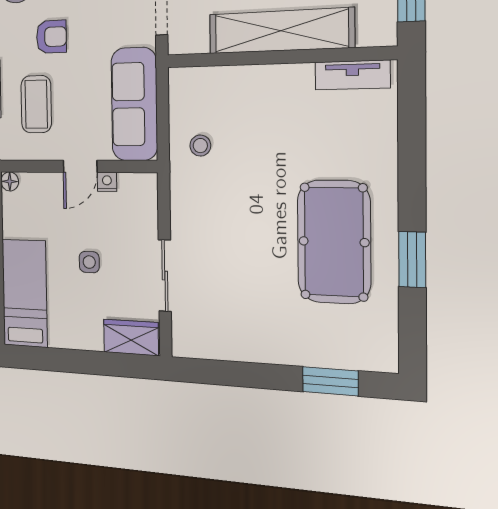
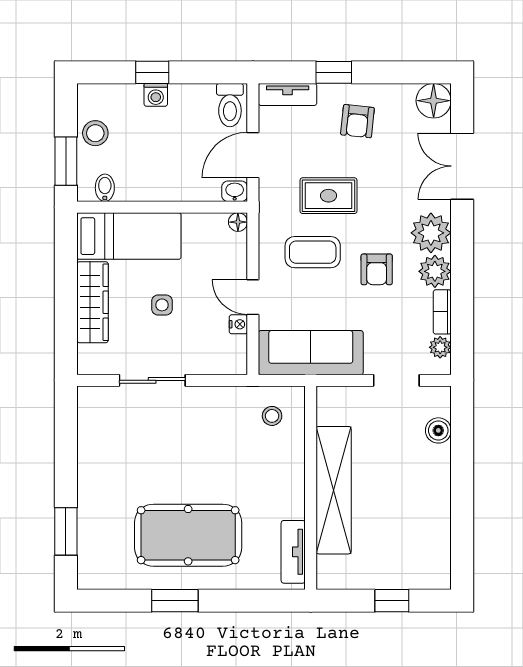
shelving: (281, 31) -> (334, 490), moved
wall: (278, 57) -> (311, 488), moved
tv unit: (352, 75) -> (293, 552), moved
wardrobe: (131, 337) -> (93, 302), moved, width x1.50

